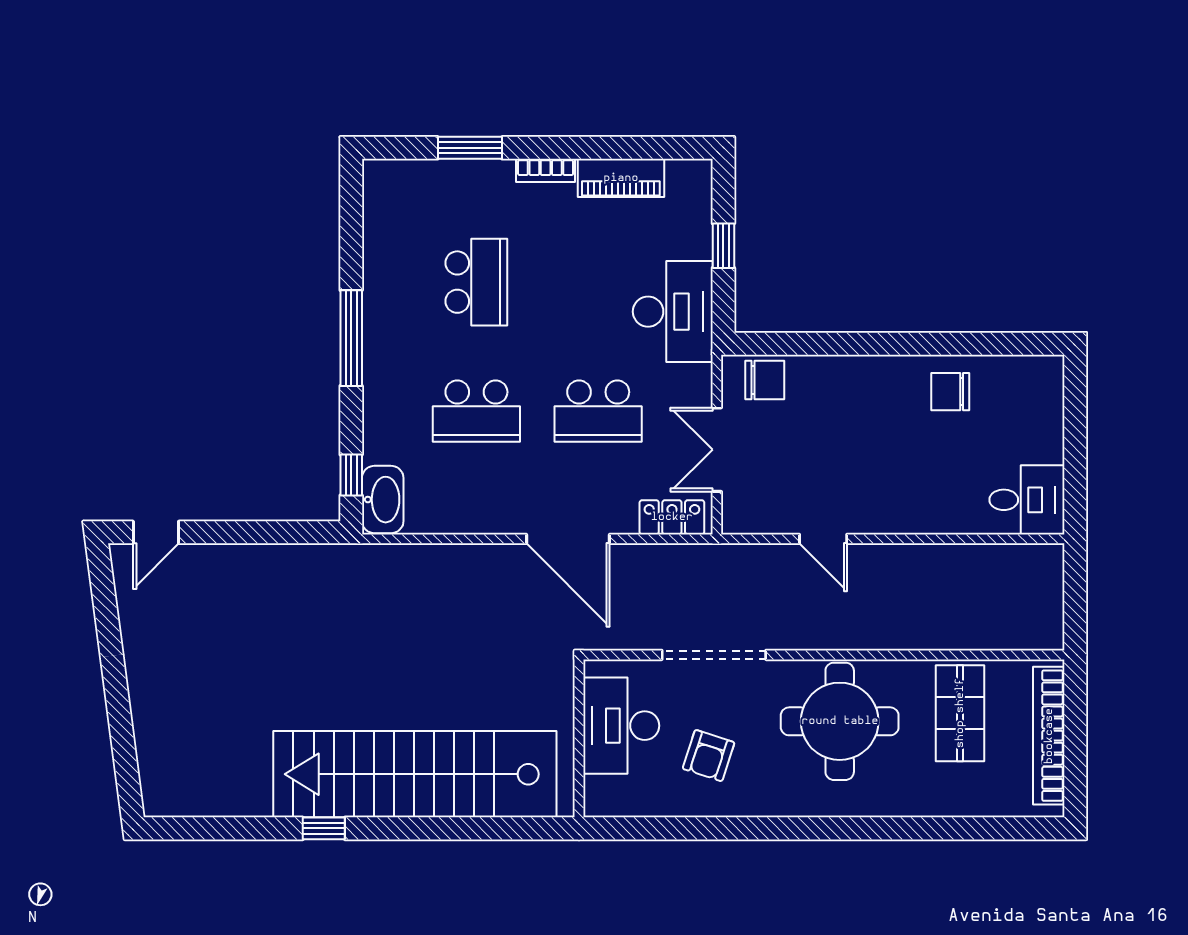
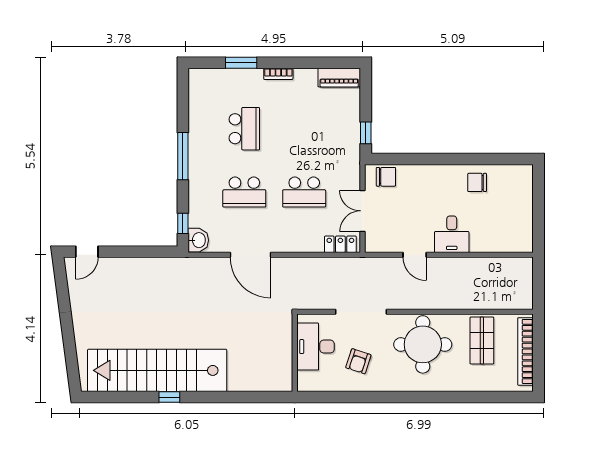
piano: (621, 178) -> (339, 78), moved
window: (723, 246) -> (366, 133), moved
desk: (673, 312) -> (341, 143), removed
washbasin: (383, 500) -> (198, 240), width x0.72
desk: (1027, 500) -> (452, 234), moved, turned 90
door: (568, 539) -> (250, 255), moved
stairs: (415, 774) -> (157, 370), moved

